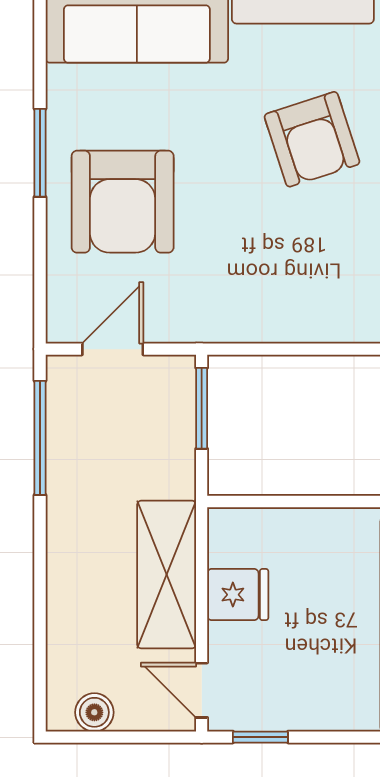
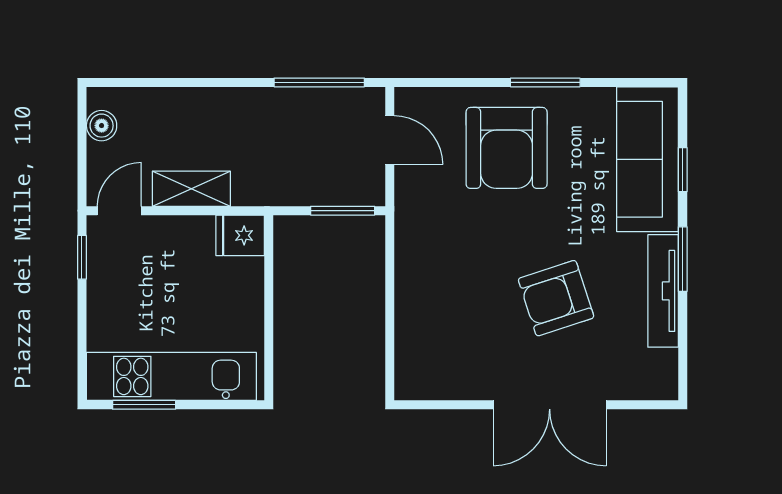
armchair: (123, 202) -> (507, 148), turned -90
shelving: (167, 575) -> (191, 189), width x0.67, depth x0.75
fridge: (238, 595) -> (240, 235), moved, turned 90

